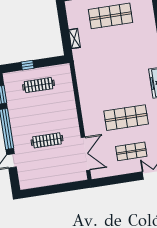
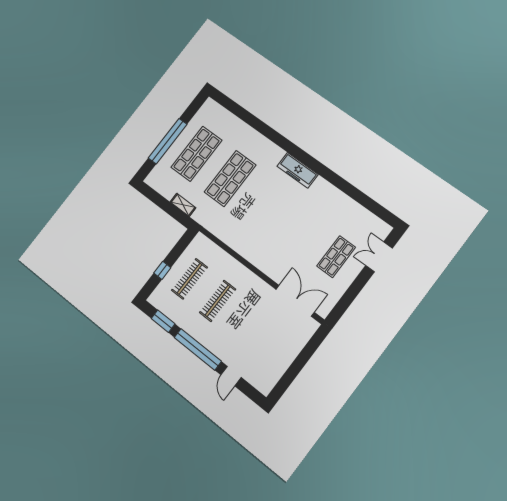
shop shelf: (126, 118) -> (230, 179), moved
clothes rail: (47, 140) -> (218, 301), moved

